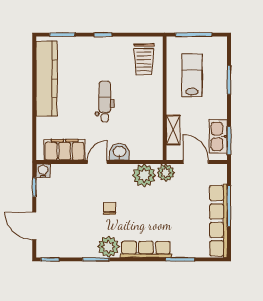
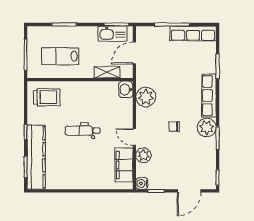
kitchen counter: (47, 79) -> (36, 157), moved, turned 90
washbasin: (119, 152) -> (126, 89), moved
plant: (166, 173) -> (143, 155), moved
row of seats: (219, 221) -> (193, 33), width x0.73

